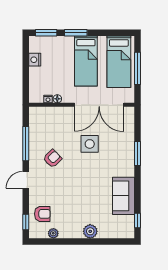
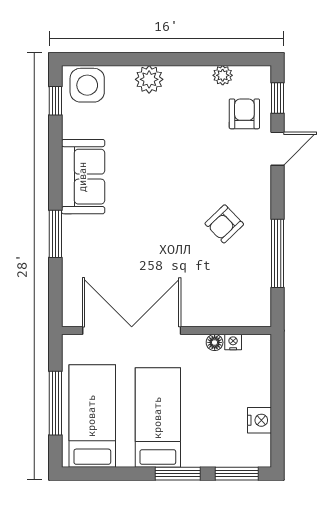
side table: (90, 144) -> (87, 85), moved
door: (26, 180) -> (277, 149), moved
sofa: (124, 196) -> (83, 177), moved
armchair: (42, 214) -> (244, 114), turned 90

